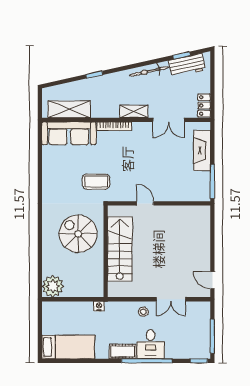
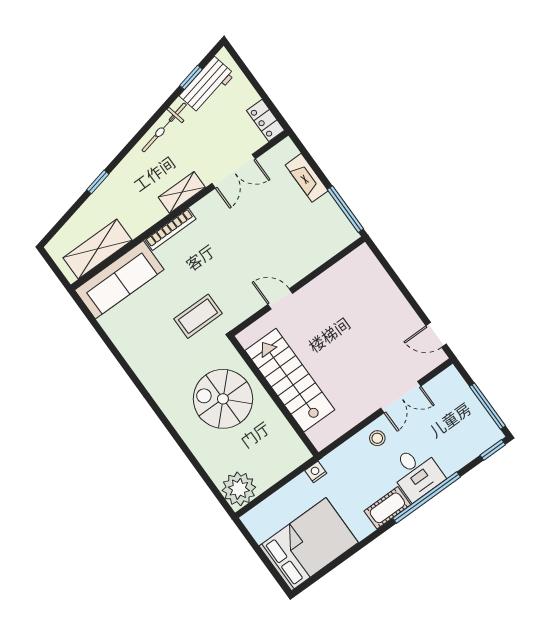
fireplace: (202, 151) -> (307, 178), width x0.73, depth x0.76
bed: (68, 347) -> (309, 544), width x1.50

